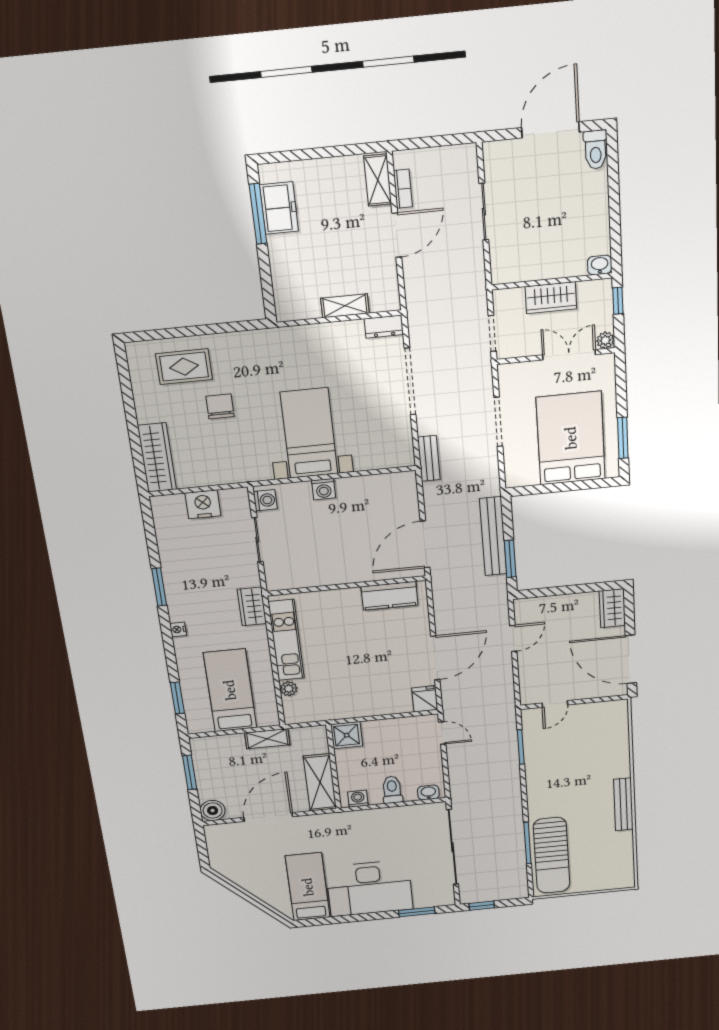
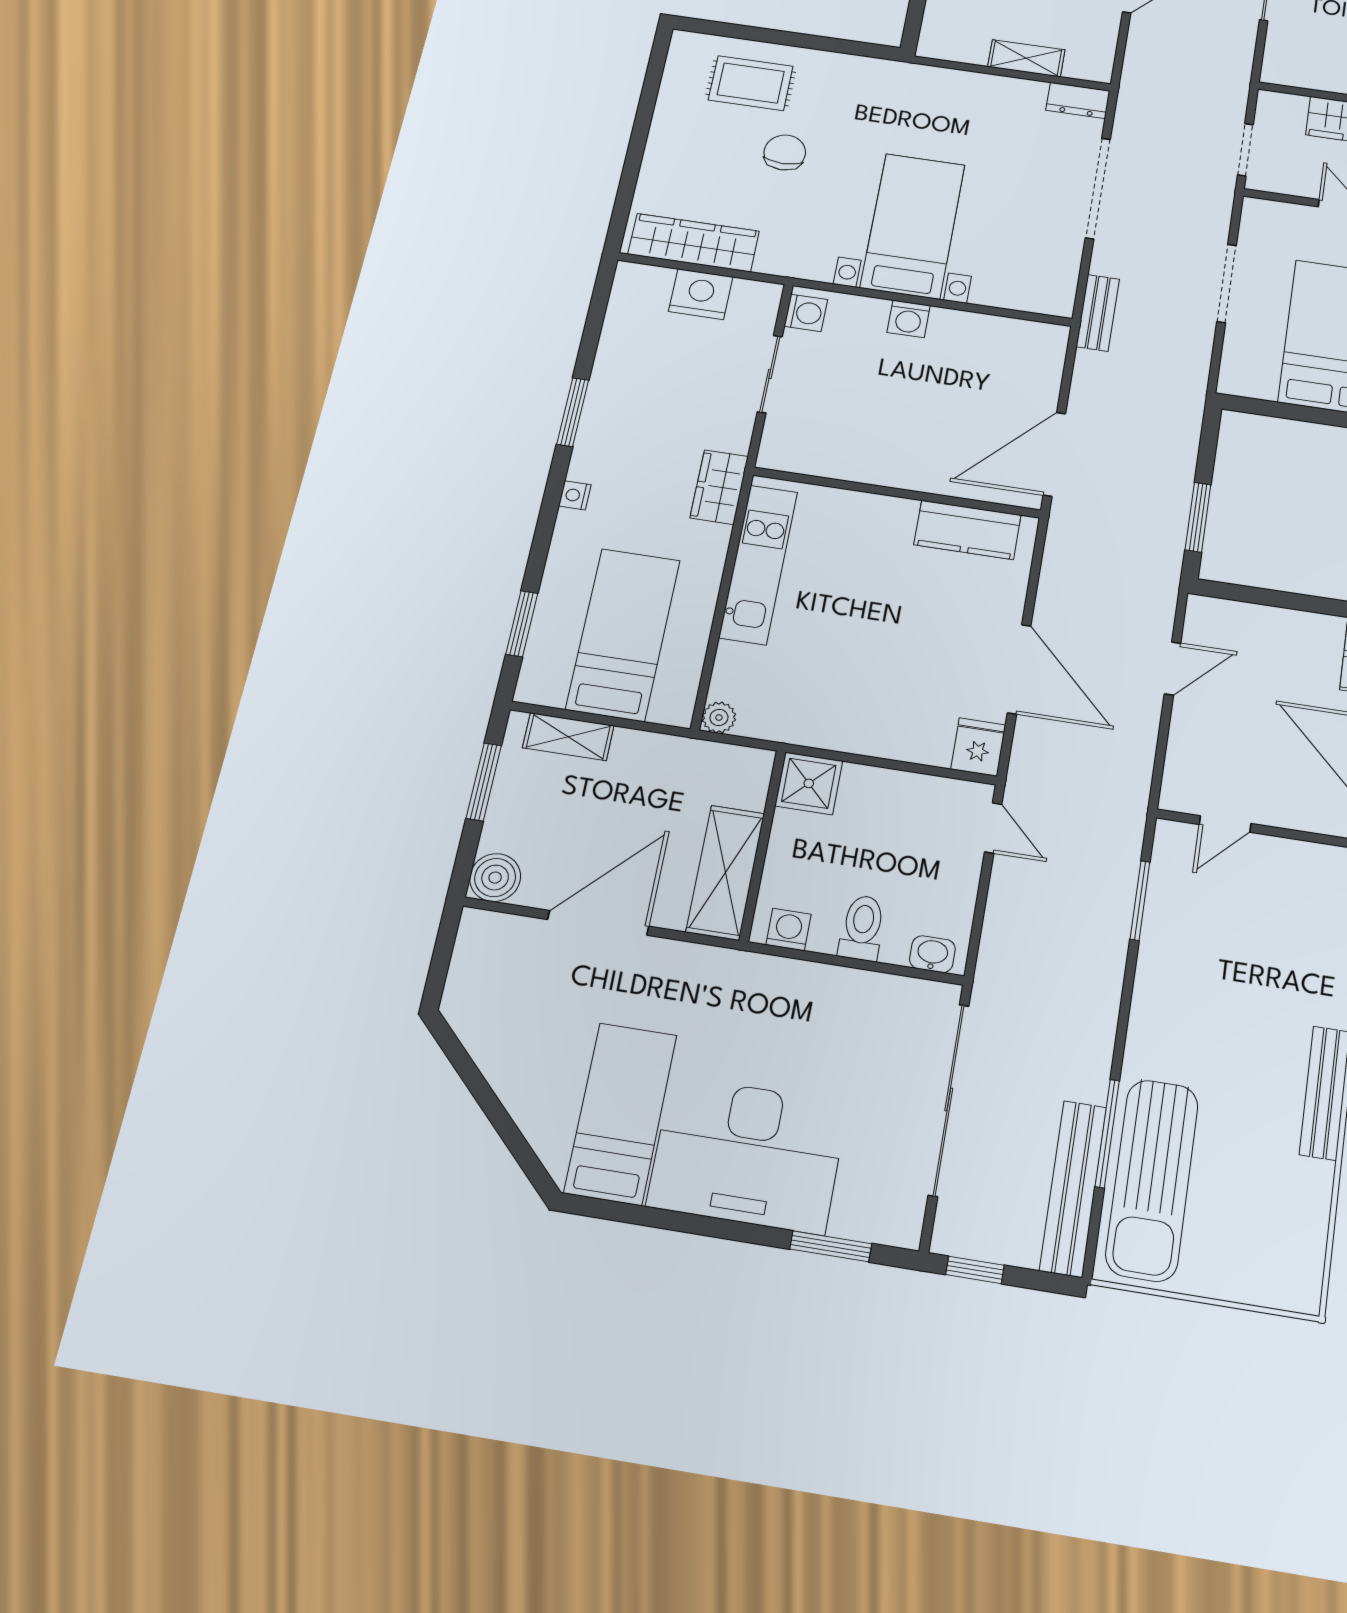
wardrobe: (157, 458) -> (694, 243), moved, turned -90
bench: (493, 536) -> (1073, 1188), moved
door: (435, 658) -> (1019, 669), hinge flipped
plant: (289, 689) -> (719, 717), moved
shelving: (267, 739) -> (568, 737), moved

